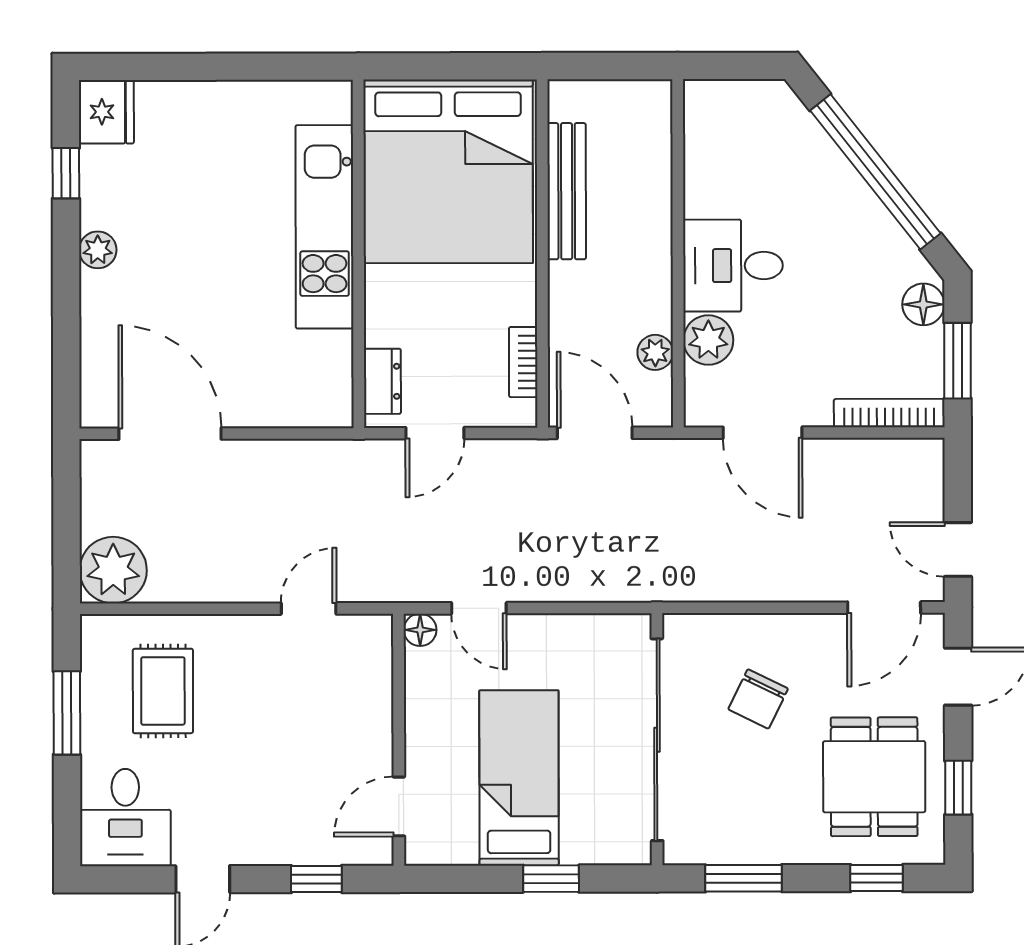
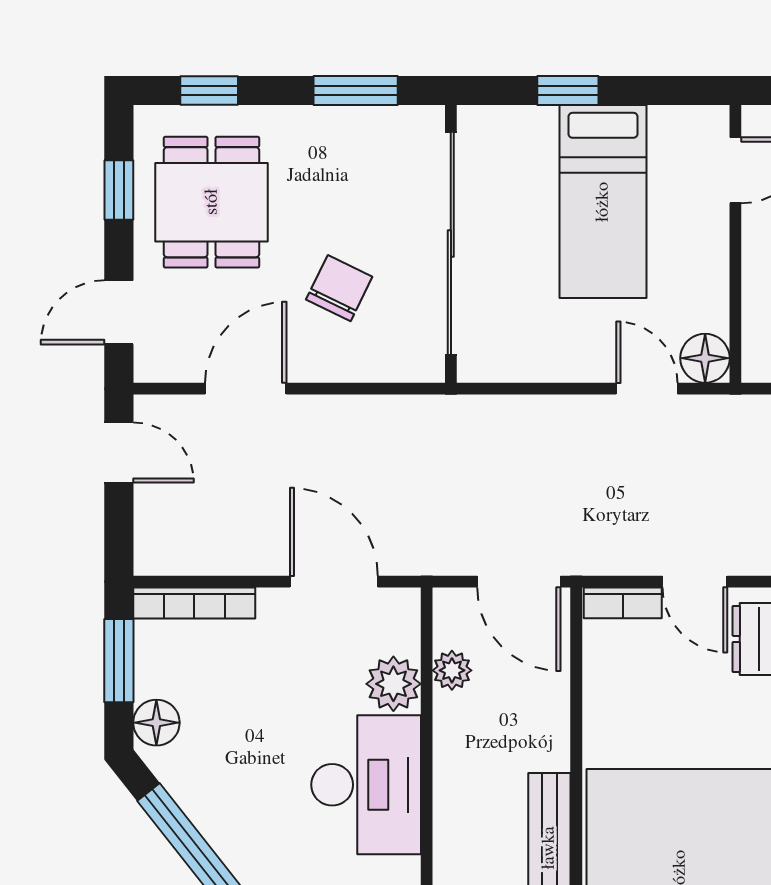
desk: (733, 266) -> (366, 785), width x1.37
bookcase: (523, 362) -> (623, 603), moved, turned 90
door: (435, 433) -> (695, 582), swing flipped
door: (884, 607) -> (246, 389), moved
floor lamp: (420, 630) -> (705, 358), width x1.37, depth x1.37

